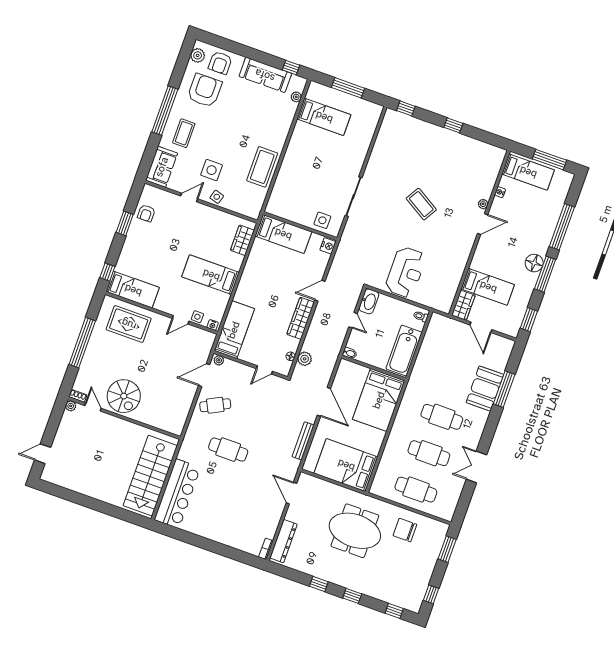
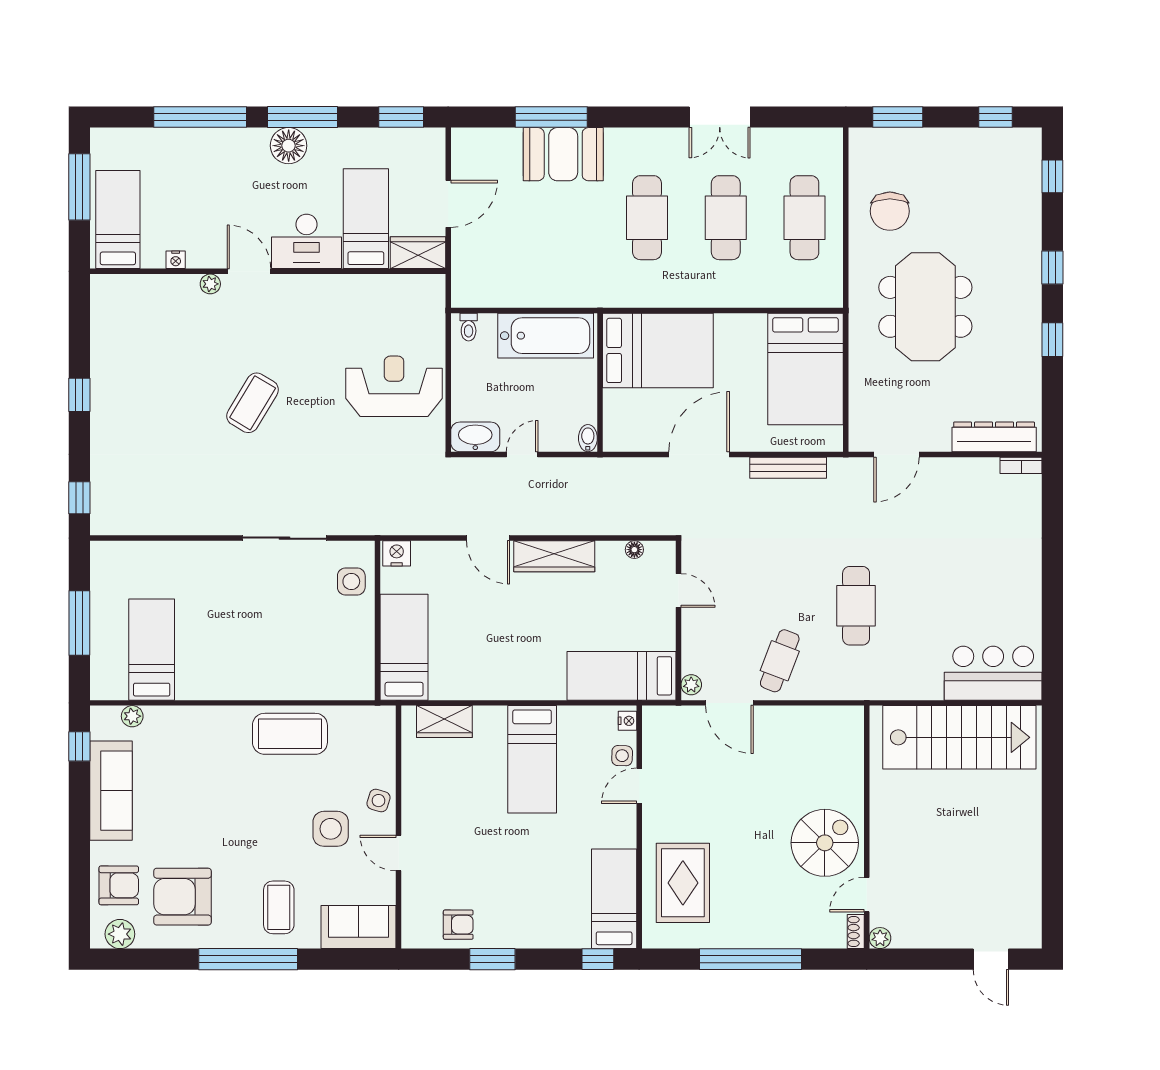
coffee table: (184, 133) -> (279, 907), turned 90
desk: (487, 256) -> (306, 241), added
door: (181, 320) -> (639, 786), swing flipped
plant: (305, 359) -> (630, 521), removed
cafe table: (215, 405) -> (780, 661), turned 48
bar counter: (177, 494) -> (993, 673), width x0.73

